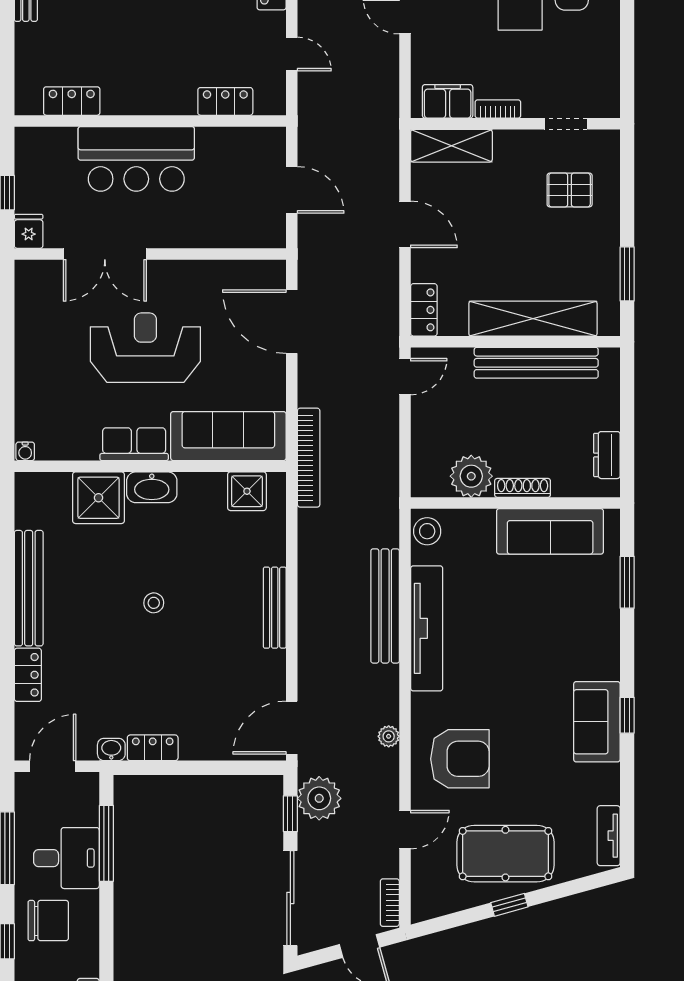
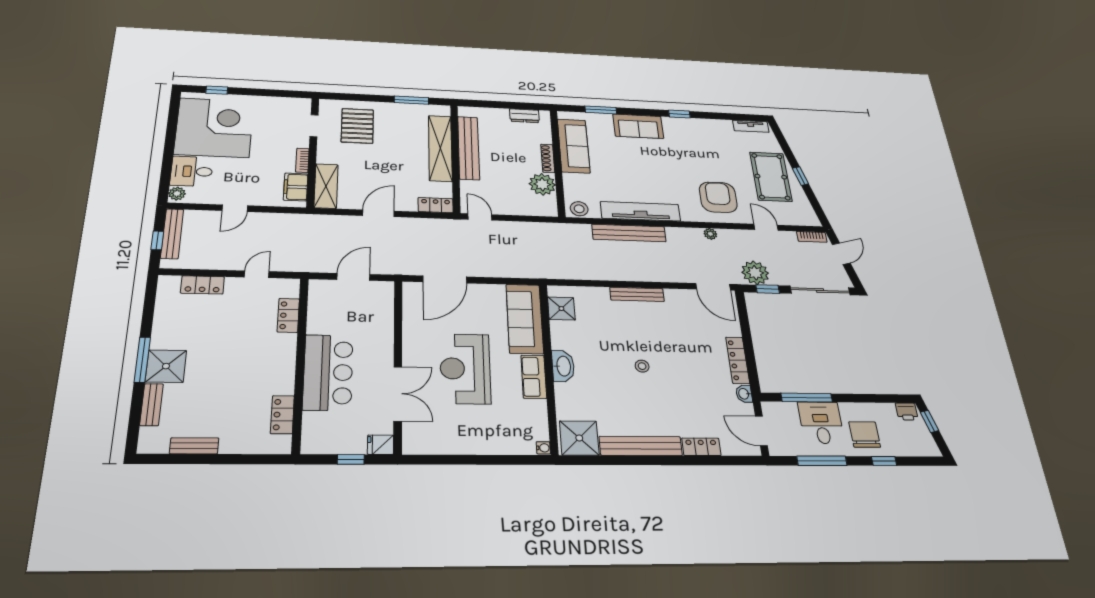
pallet: (570, 190) -> (357, 126), width x1.50, depth x1.42
bookcase: (309, 458) -> (536, 272), removed
shower: (99, 498) -> (579, 438), moved
sofa: (597, 722) -> (638, 126), moved
locker: (153, 748) -> (738, 360), width x1.53

